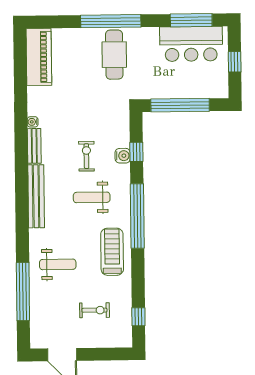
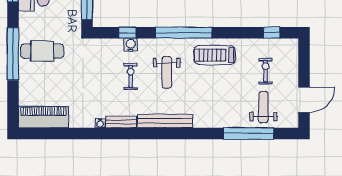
exercise bike: (86, 156) -> (131, 76), turned 90
weight bench: (58, 264) -> (263, 107), moved

